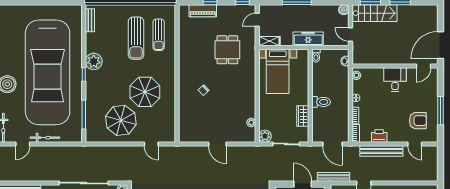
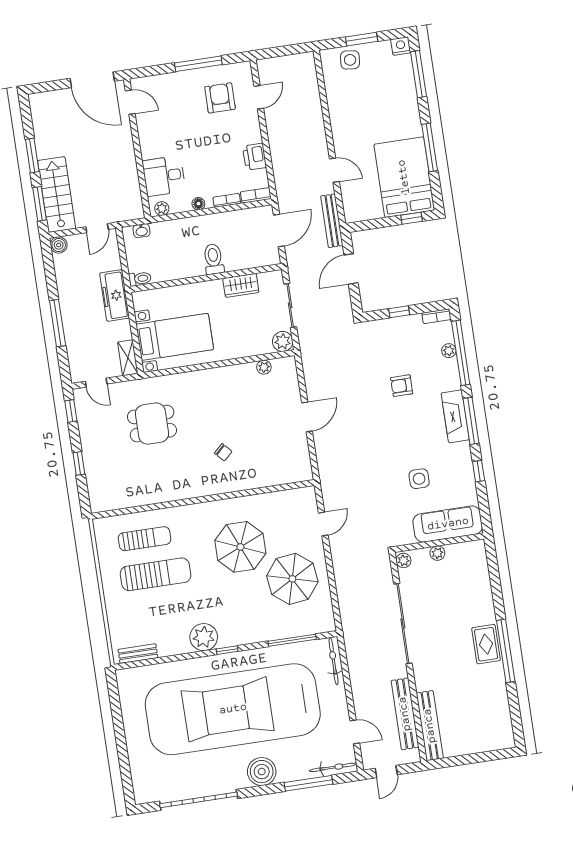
piano: (203, 11) -> (95, 473), removed
car: (48, 72) -> (233, 709), turned 180
desk: (395, 80) -> (164, 176), moved
bicycle: (45, 138) -> (334, 661), moved
bench: (381, 151) -> (405, 714), moved

